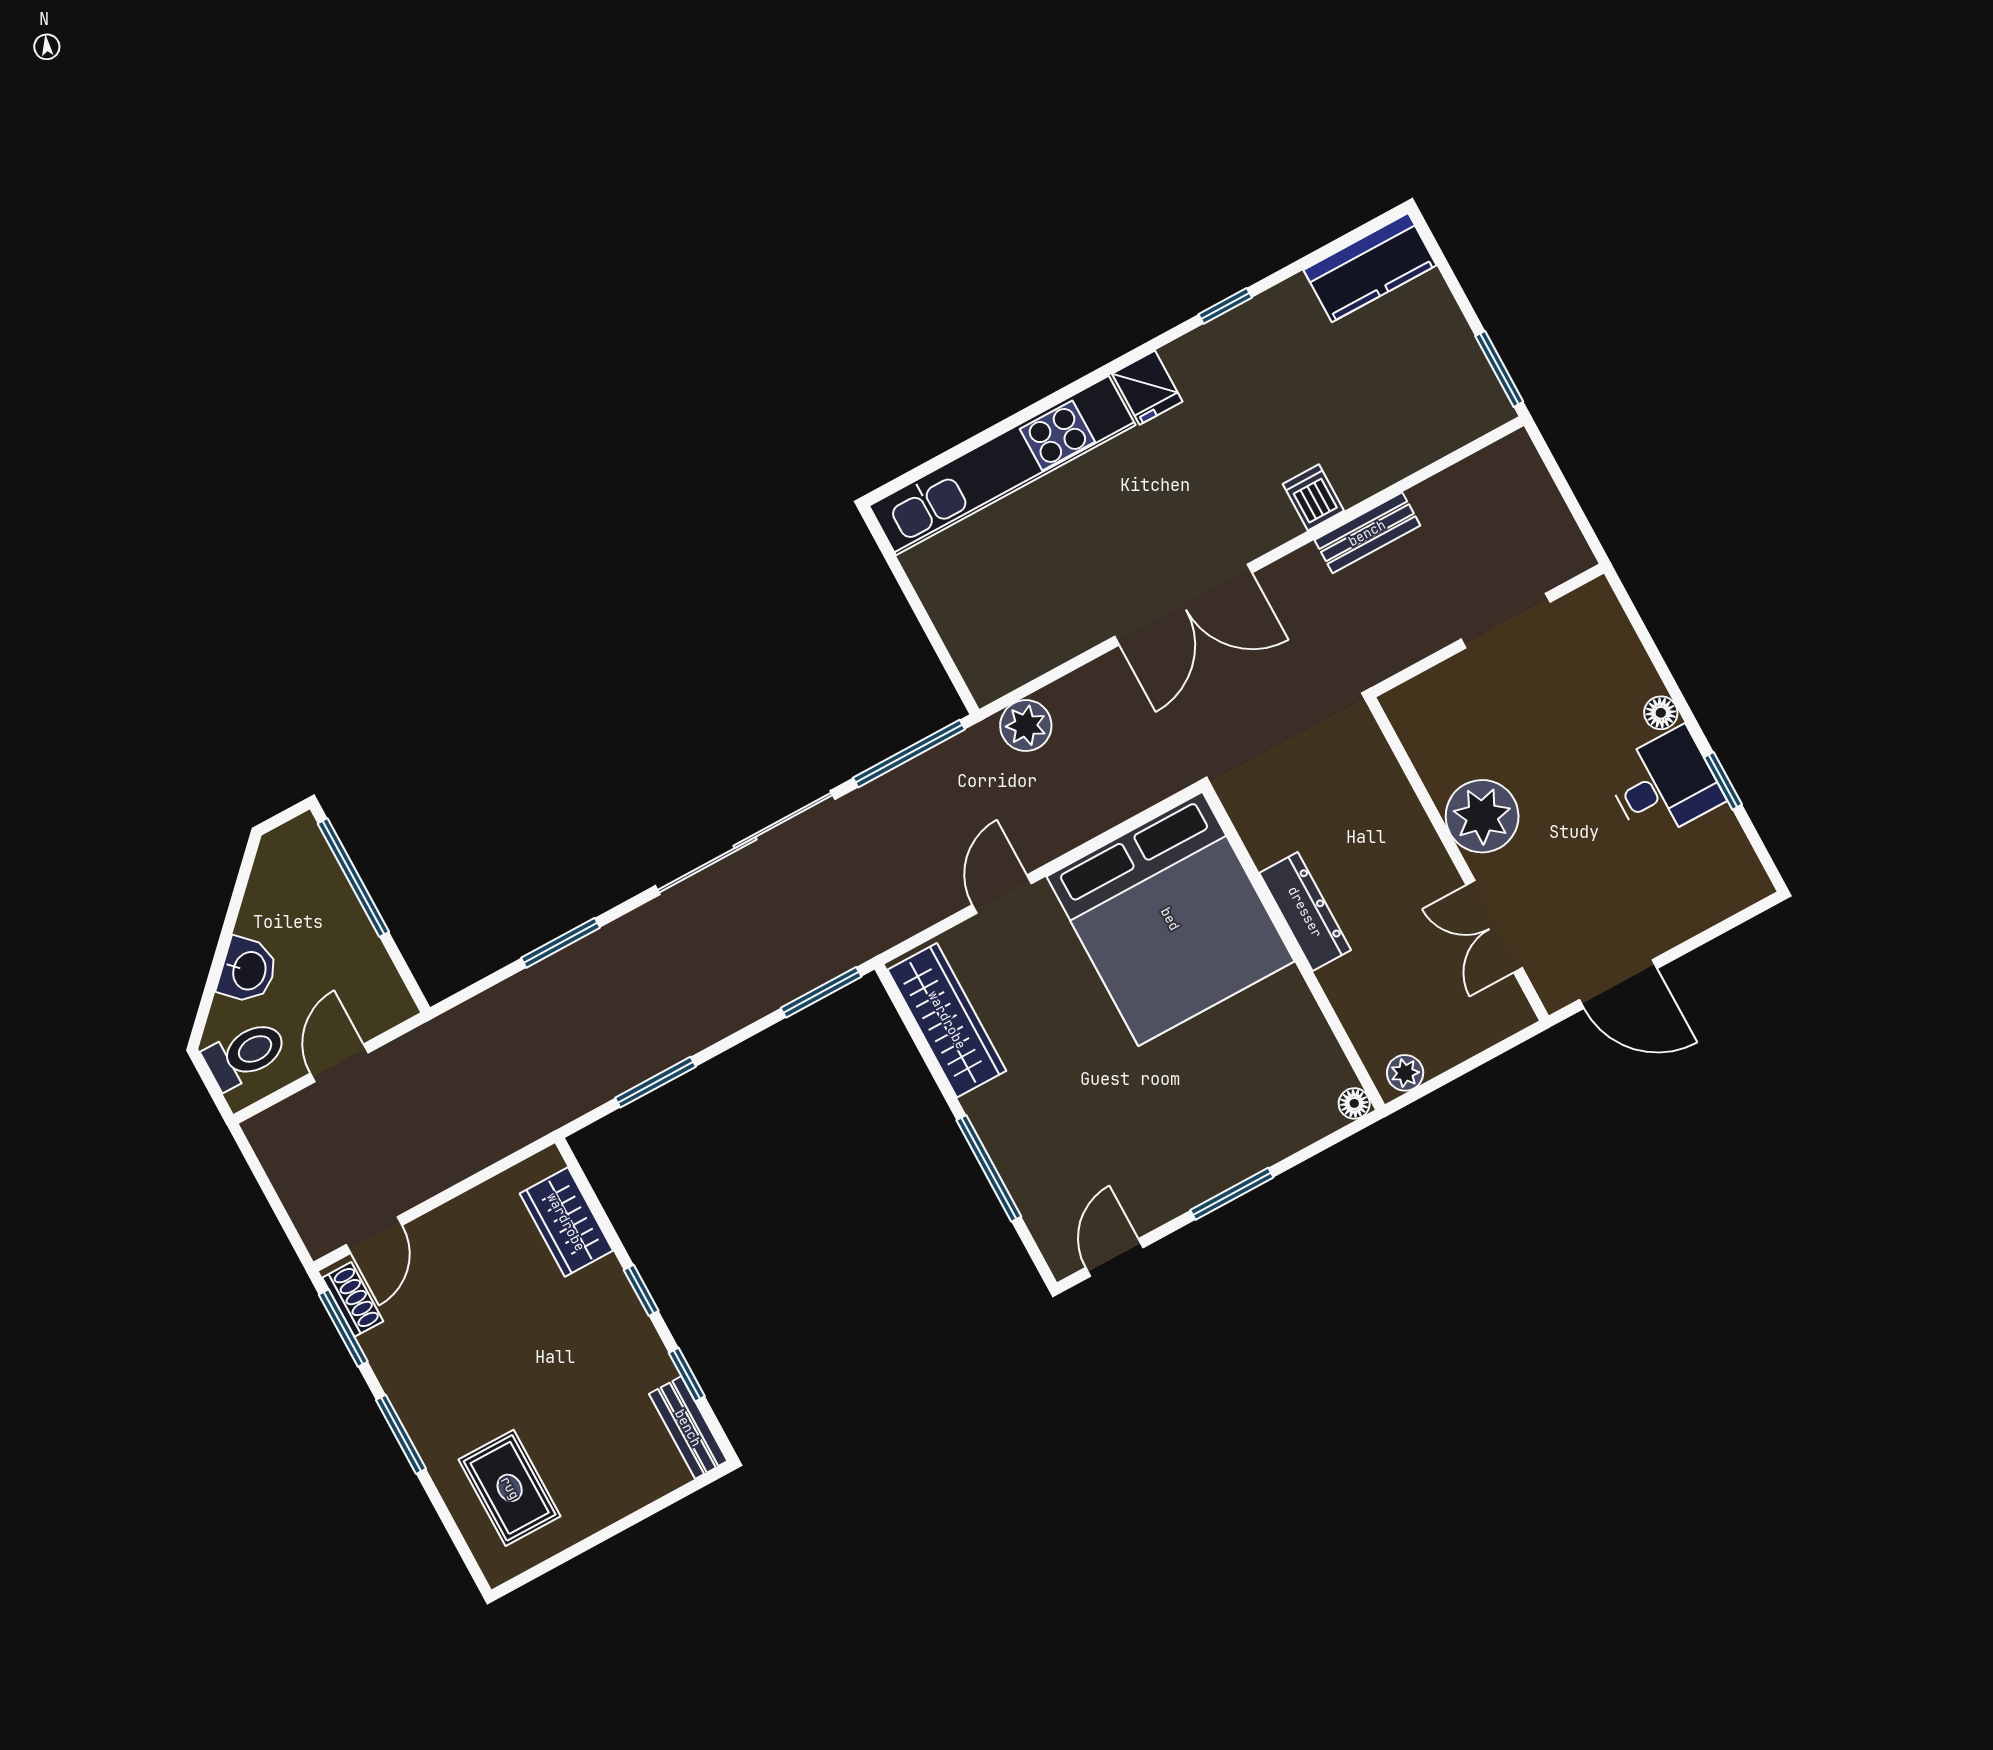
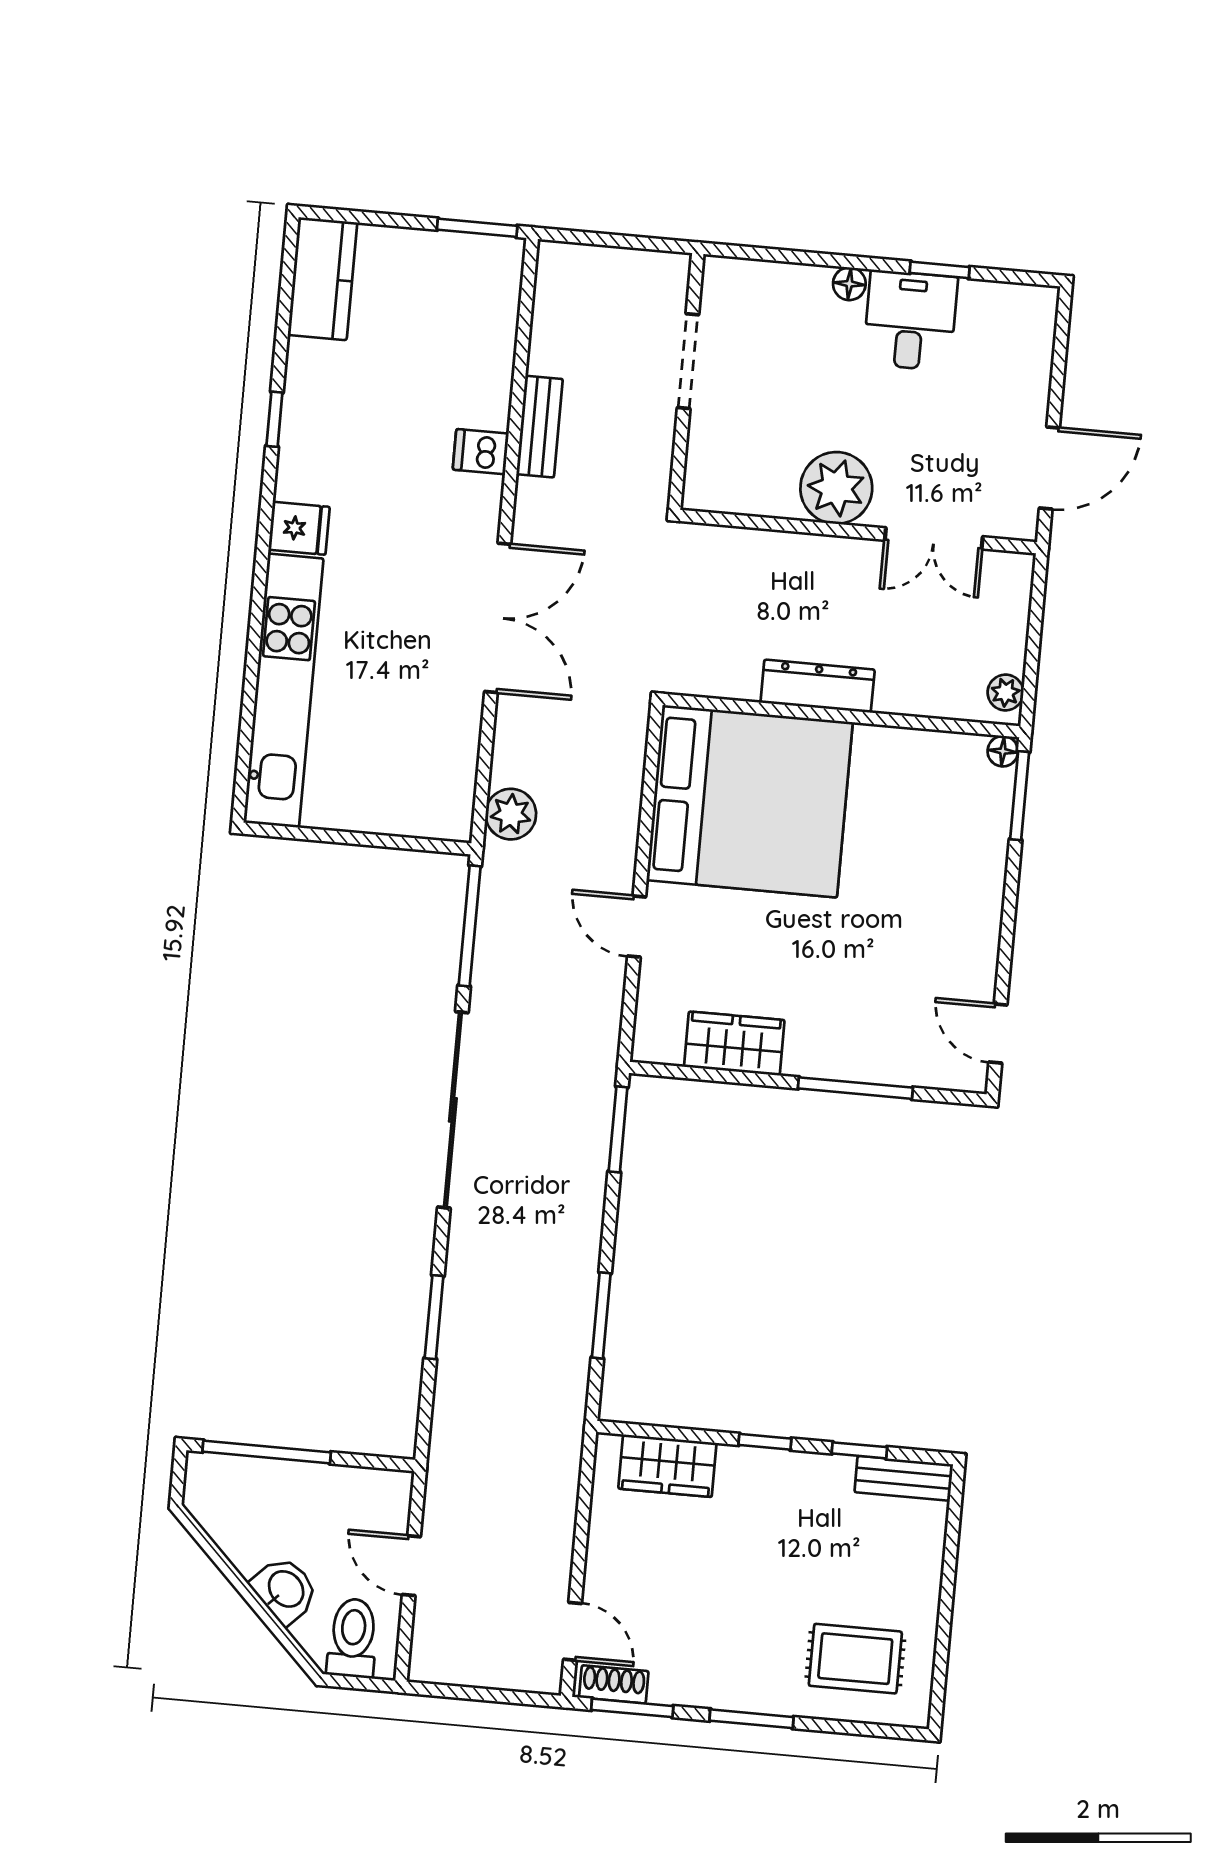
wardrobe: (947, 1020) -> (734, 1043), width x0.67
window: (1232, 1194) -> (1020, 796), moved

